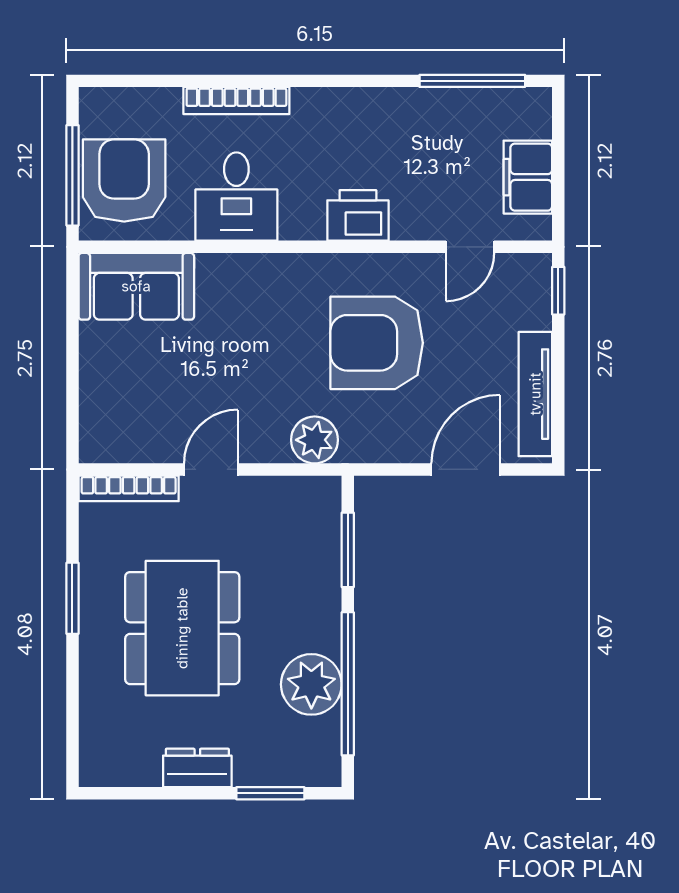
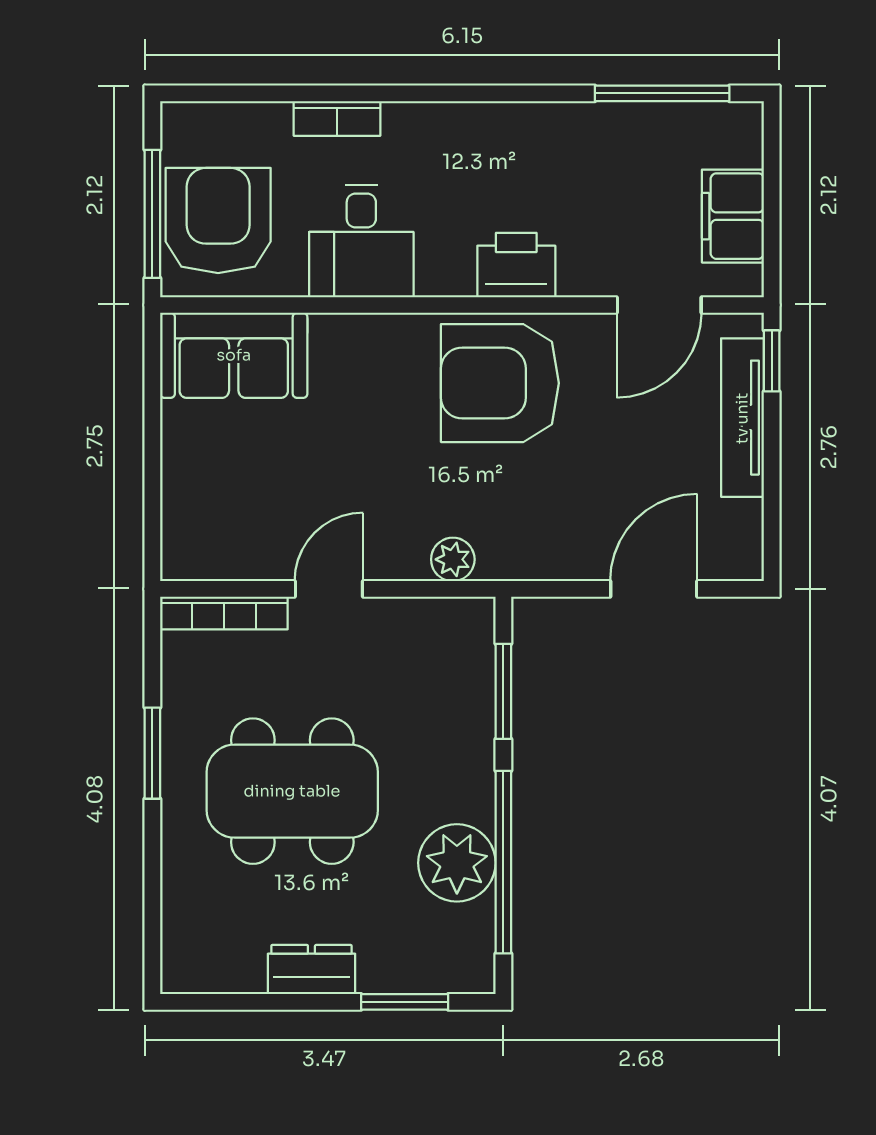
bookcase: (236, 100) -> (337, 118), width x0.64
door: (470, 247) -> (659, 305), width x1.38
armchair: (377, 343) -> (500, 383), moved
tv unit: (535, 394) -> (742, 418), moved
plant: (315, 440) -> (453, 559), width x0.73, depth x0.73
dining table: (182, 628) -> (292, 791), turned 90

